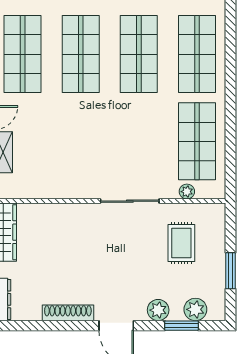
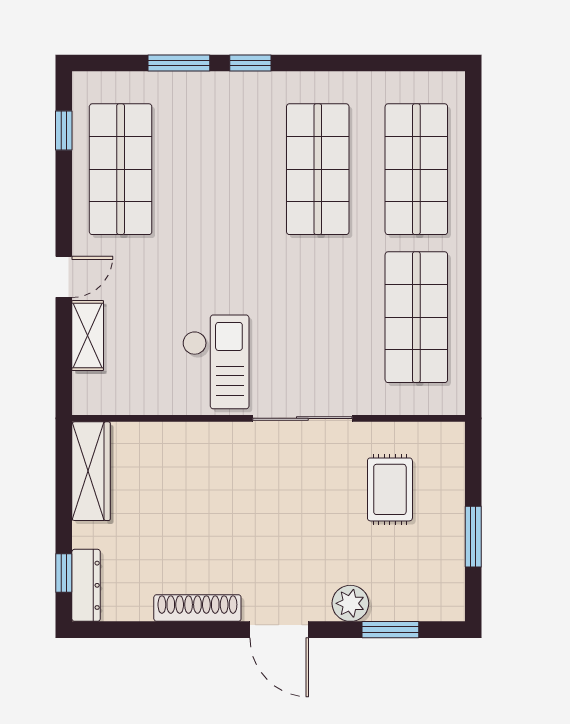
shop shelf: (81, 54) -> (219, 169), removed
checkout: (79, 168) -> (216, 362), added
plant: (187, 192) -> (399, 402), removed
plant: (195, 309) -> (414, 602), removed

